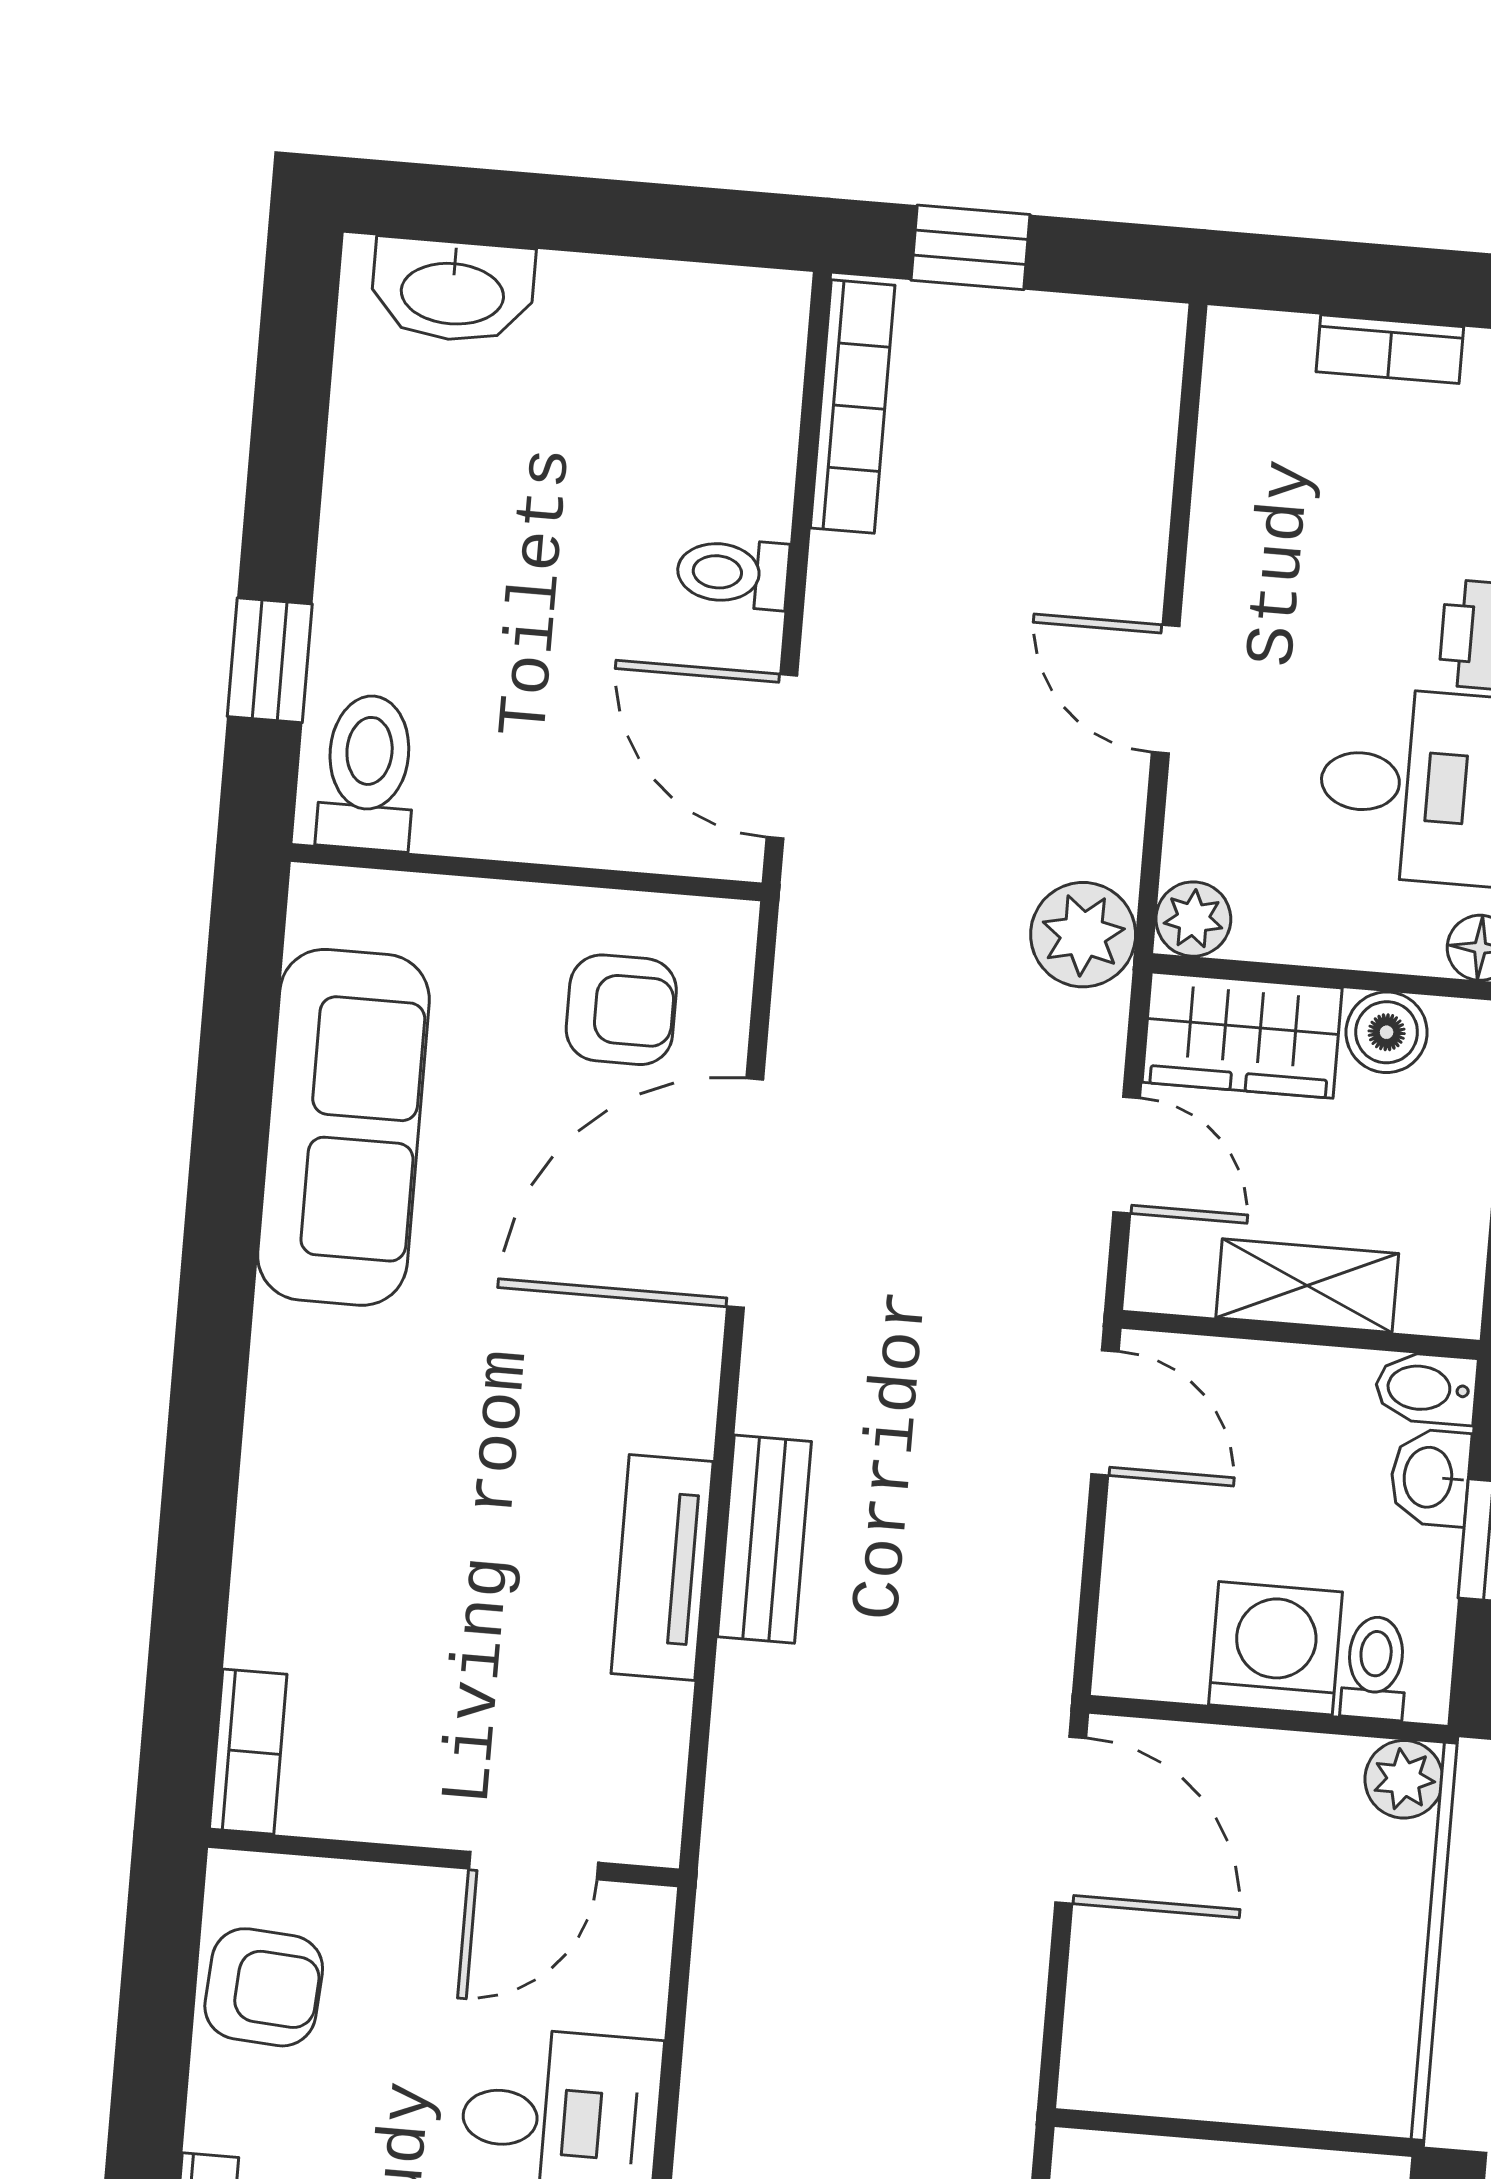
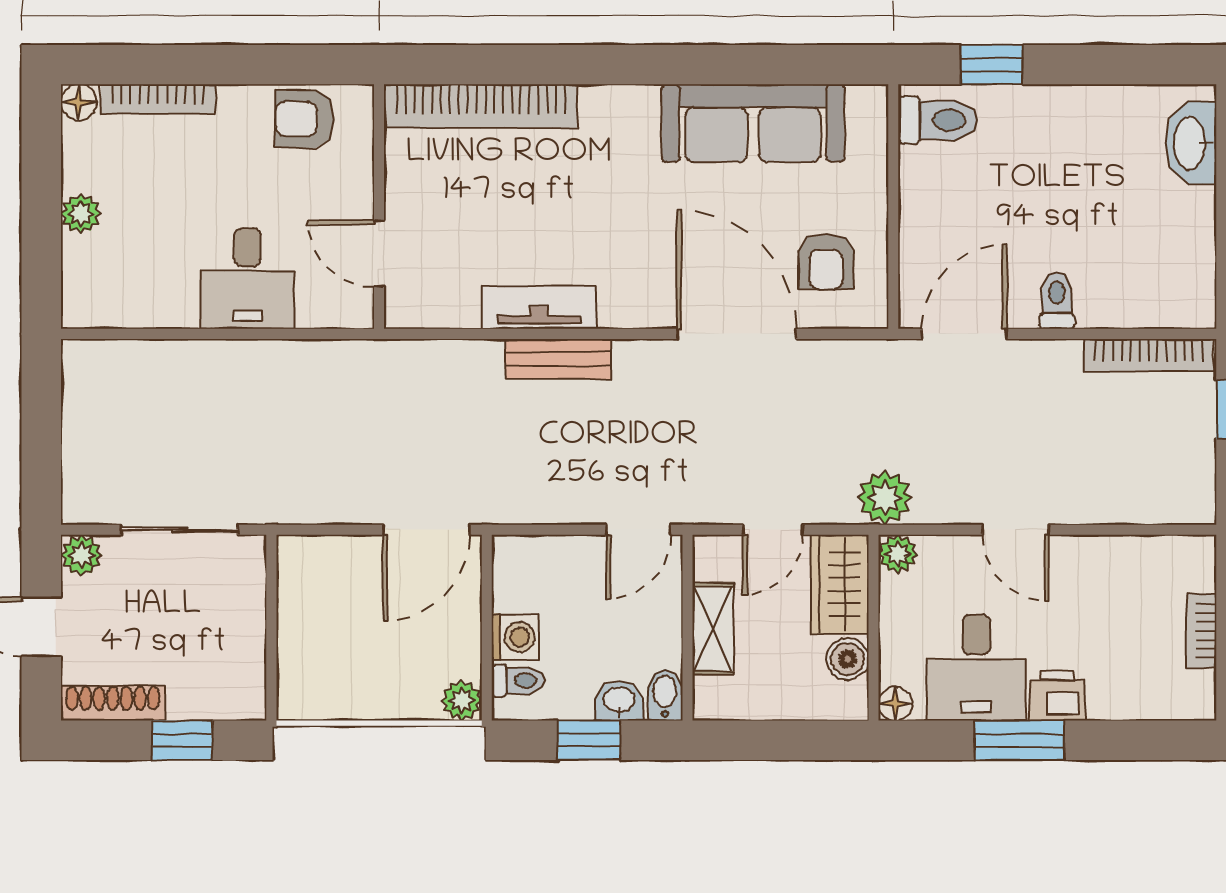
door: (1166, 689) -> (1016, 530), swing flipped
washing machine: (1275, 1648) -> (515, 637), width x0.73, depth x0.73
bookcase: (248, 1752) -> (481, 106), width x2.31, depth x1.31
armchair: (264, 1987) -> (304, 119), turned 87

